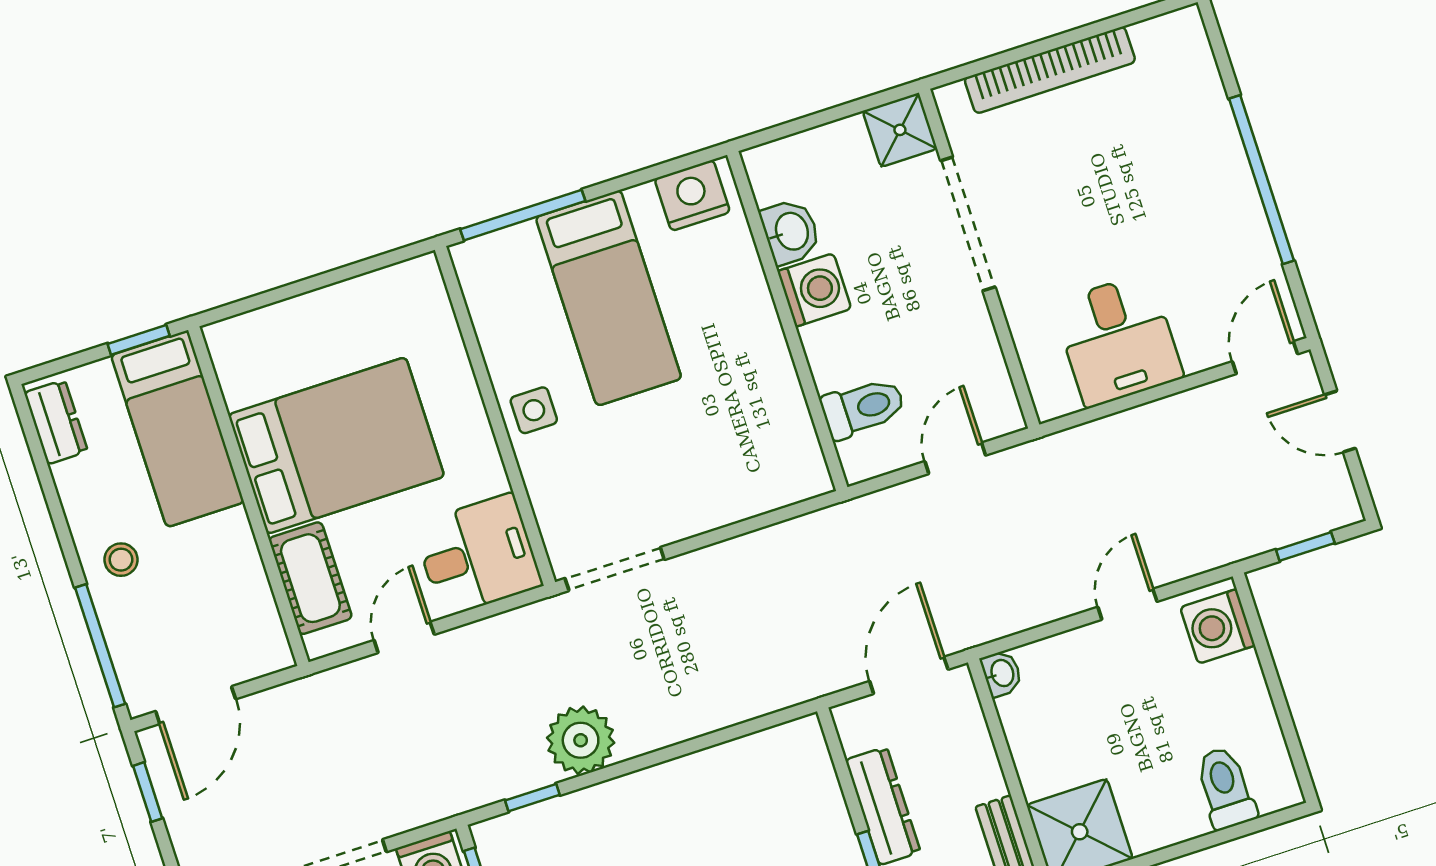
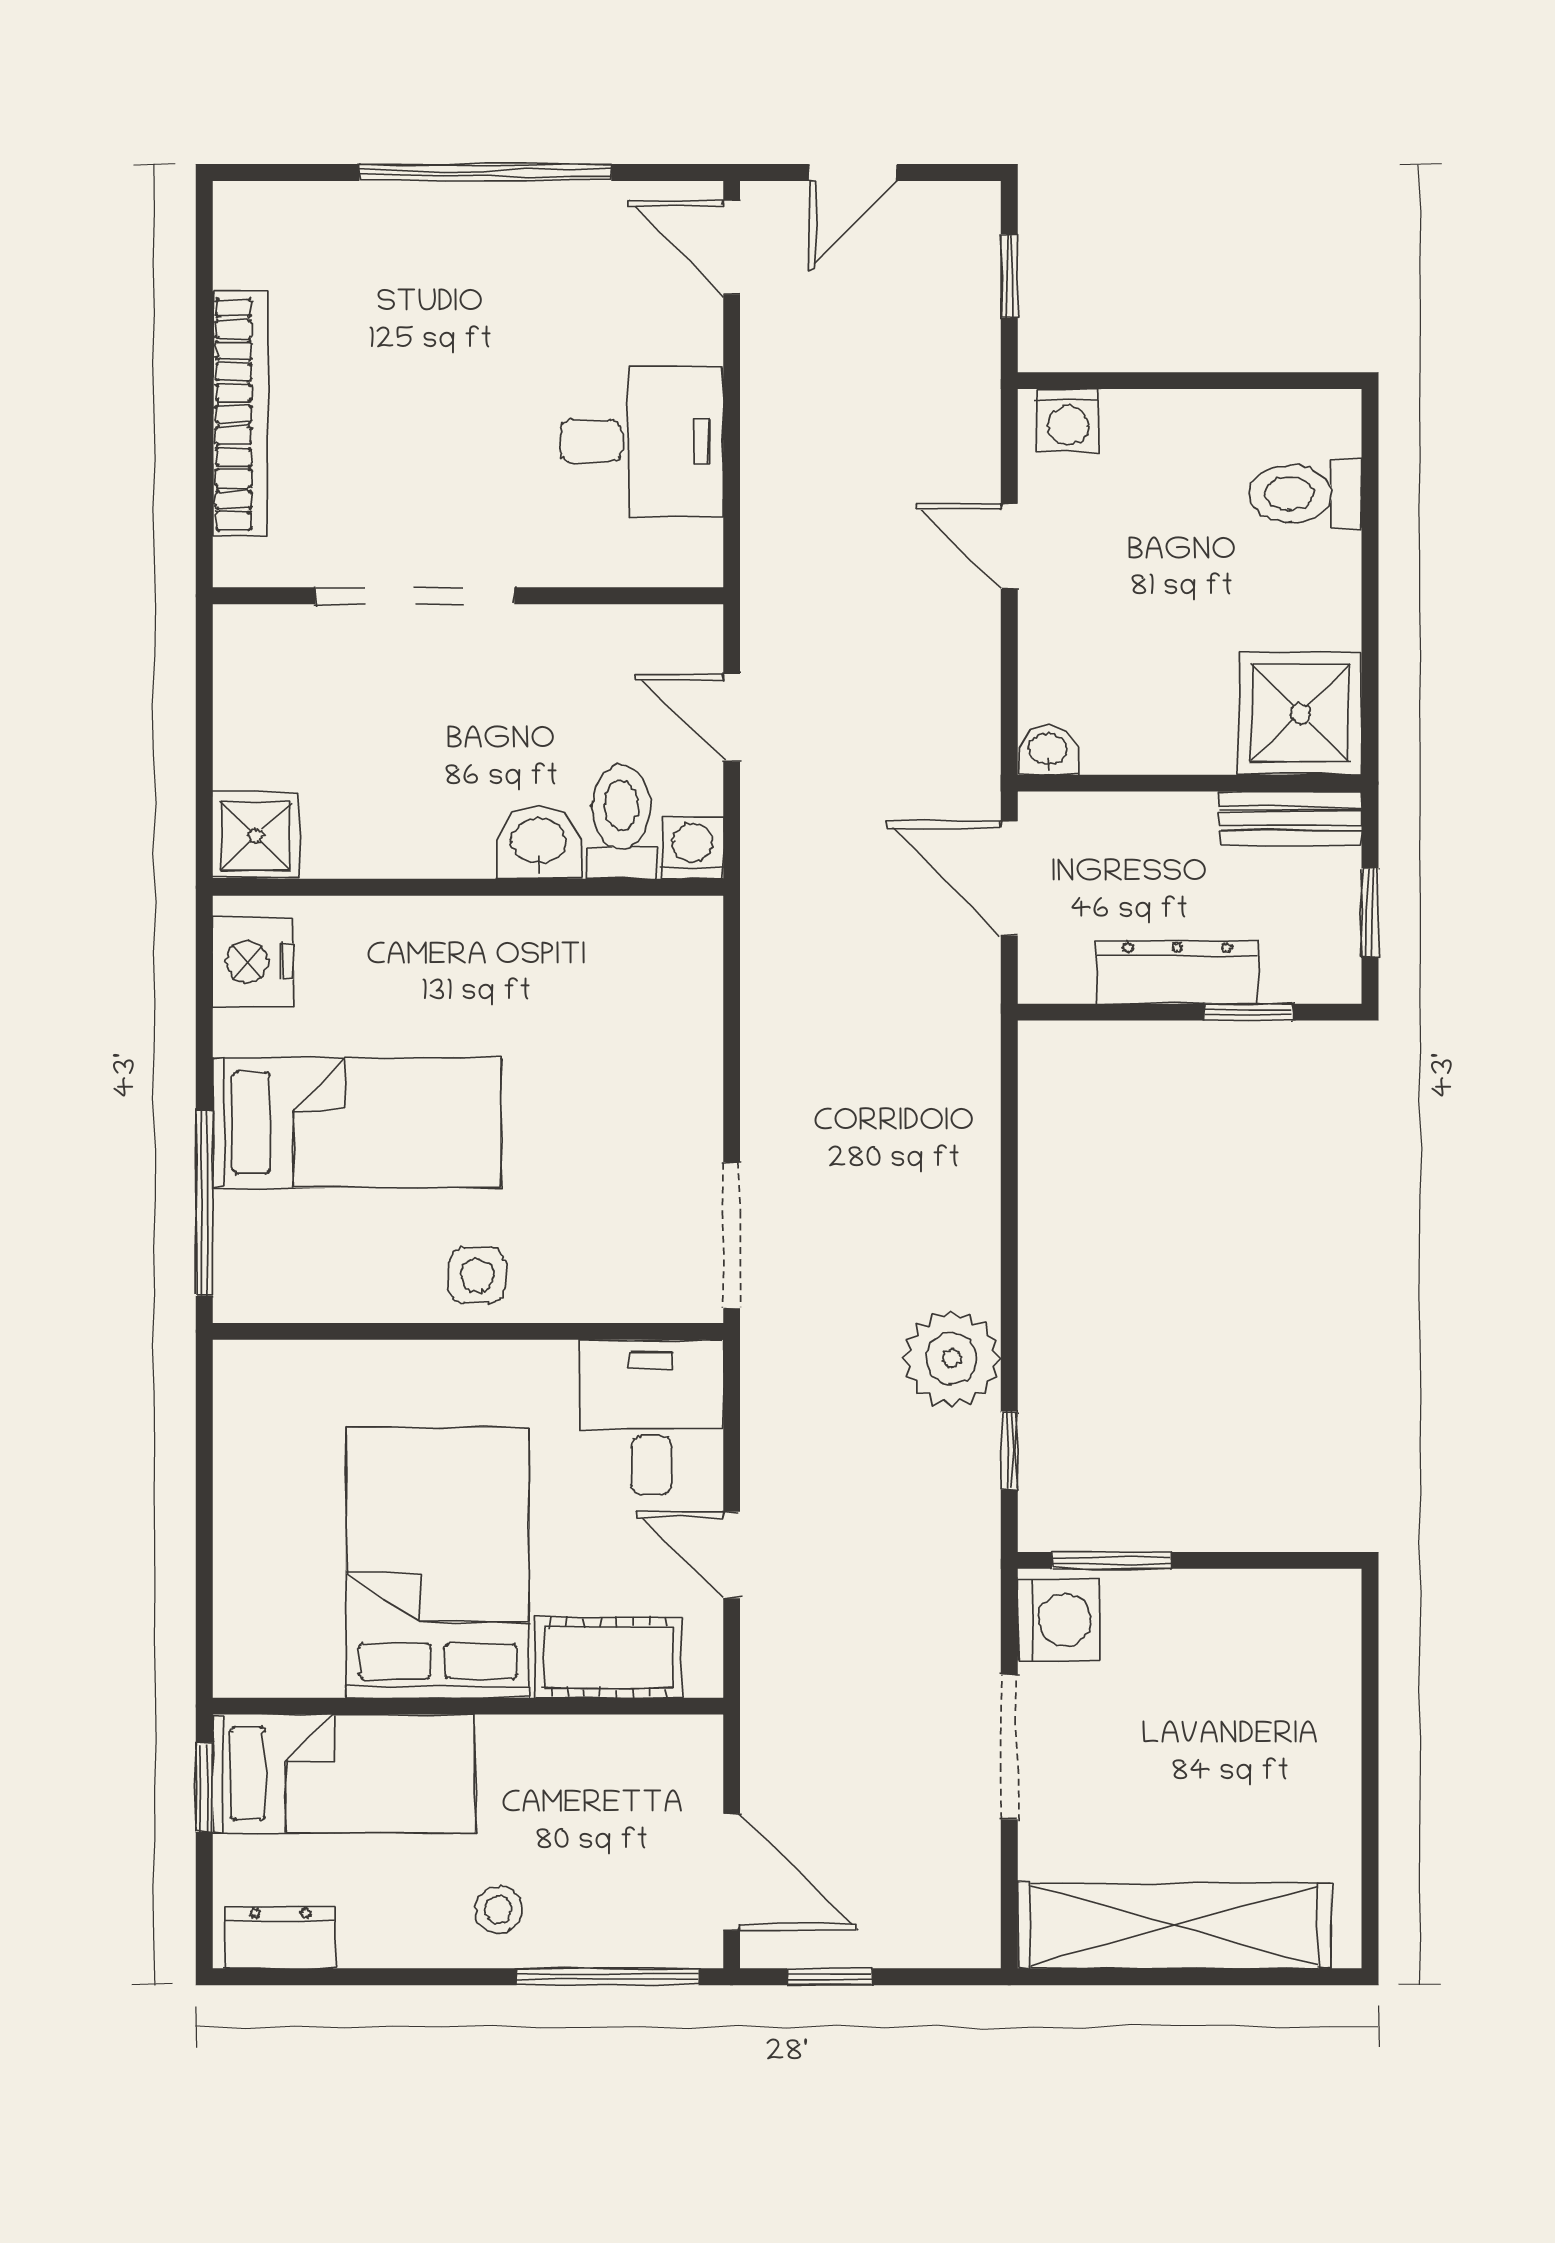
shower: (900, 130) -> (256, 836), moved
washbasin: (791, 232) -> (538, 843), moved
washing machine: (814, 290) -> (692, 848), moved, width x0.73, depth x0.73
washing machine: (1218, 626) -> (1068, 420), width x0.73, depth x0.73

